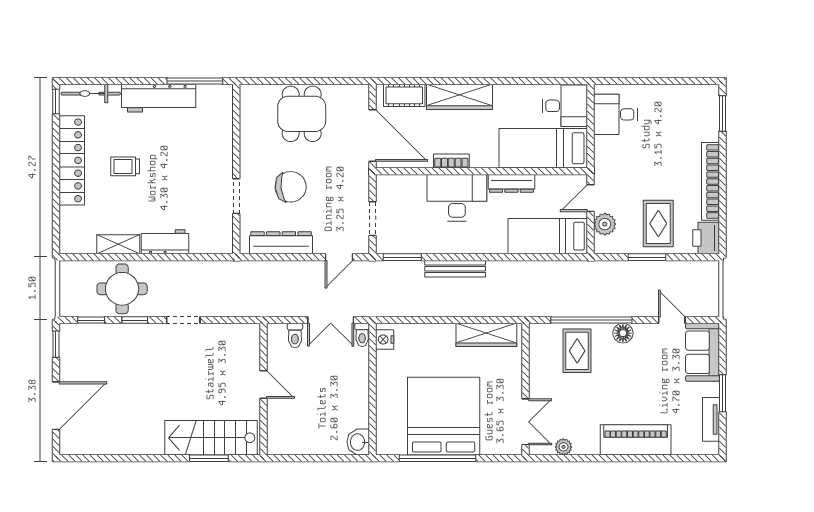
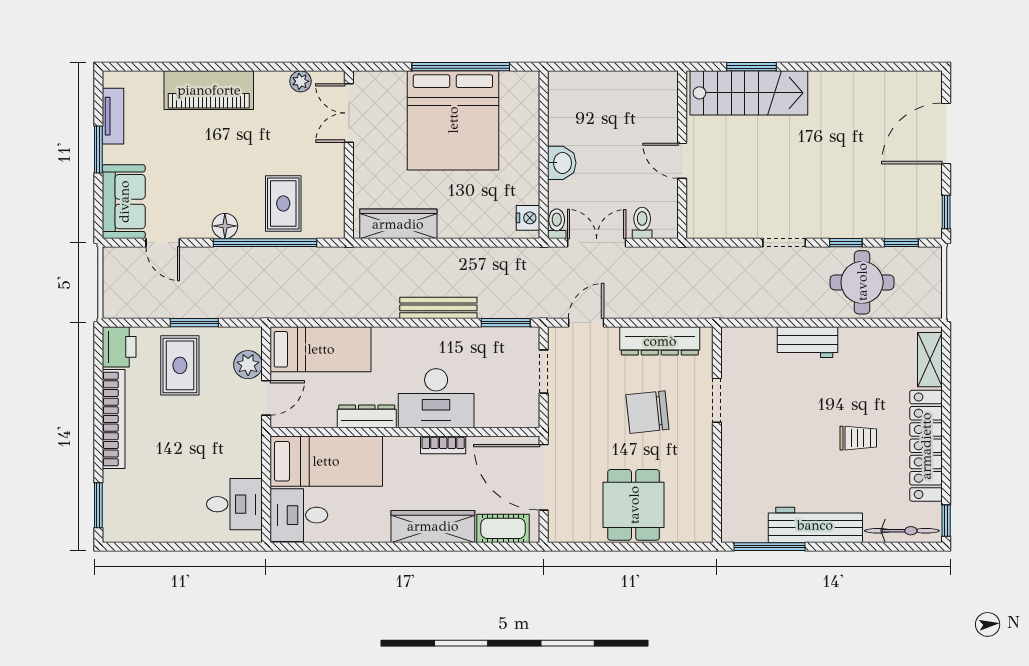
shelving: (118, 244) -> (930, 360), moved, turned 90
washbasin: (358, 442) -> (562, 163), moved

